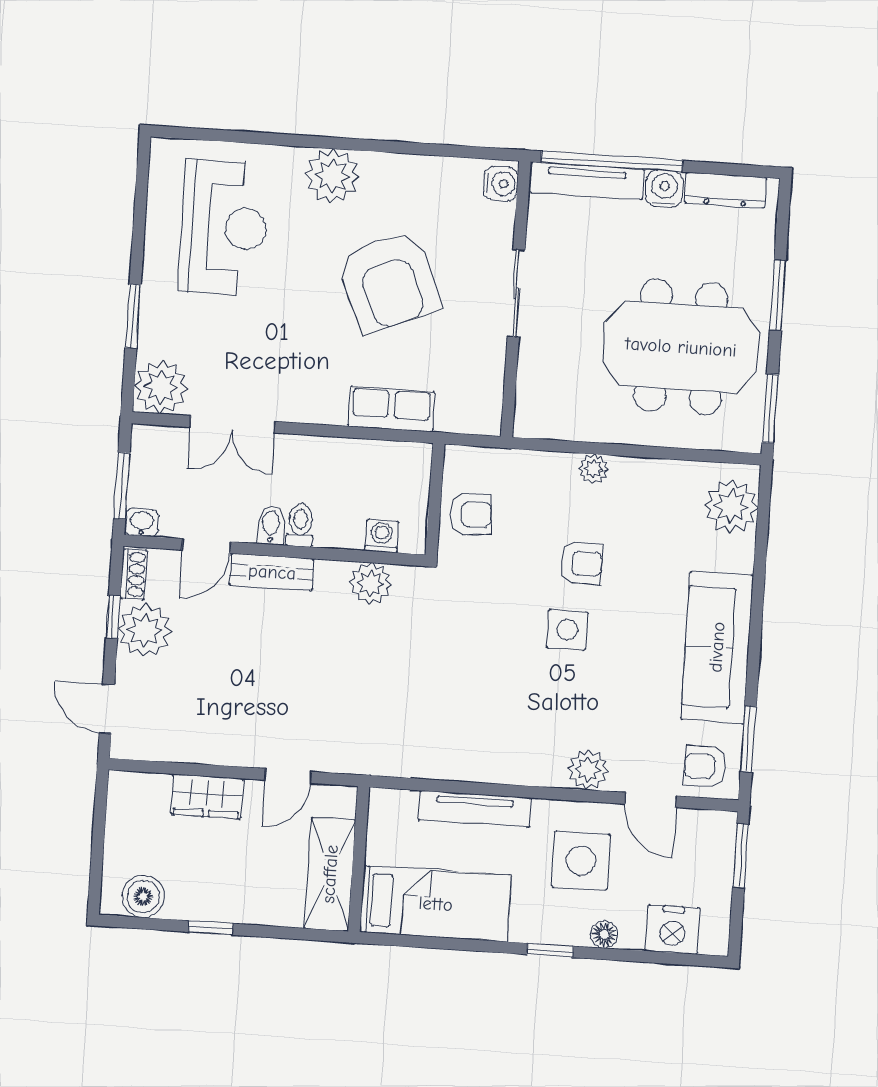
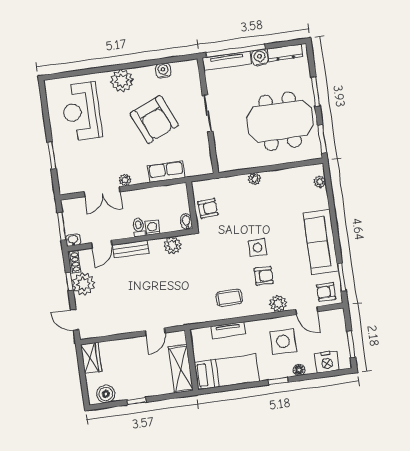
water cooler: (501, 184) -> (163, 71), moved, turned -90
reception desk: (224, 228) -> (81, 111), turned 180
plant: (161, 387) -> (125, 180), moved, width x0.53, depth x0.53
plant: (731, 506) -> (320, 182), width x0.53, depth x0.53
bidet: (271, 525) -> (186, 222), moved
washing machine: (382, 536) -> (152, 228), moved
armchair: (581, 563) -> (264, 276), moved
coffee table: (477, 733) -> (229, 298), added
wardrobe: (207, 796) -> (91, 358), moved, turned -90
tv unit: (475, 809) -> (228, 330), width x0.71
window: (741, 856) -> (351, 344), moved

